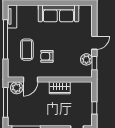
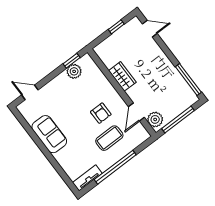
sofa: (58, 13) -> (49, 134), width x0.73
door: (94, 43) -> (30, 92), moved
door: (30, 80) -> (136, 112), swing flipped

